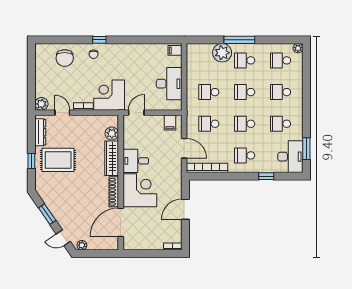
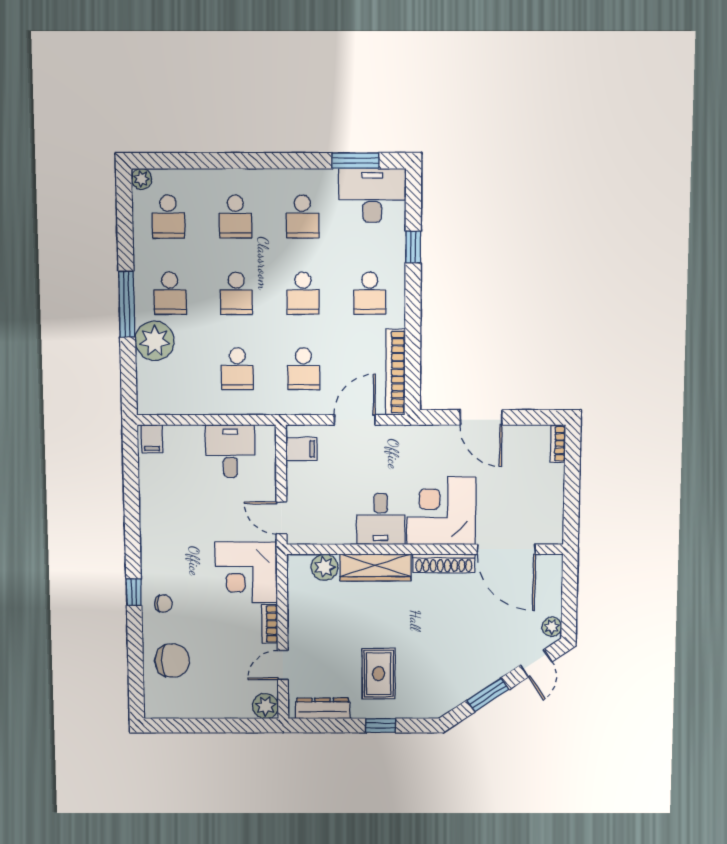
desk: (169, 84) -> (230, 451), width x0.73
rug: (58, 160) -> (379, 674), width x0.73, depth x0.70

